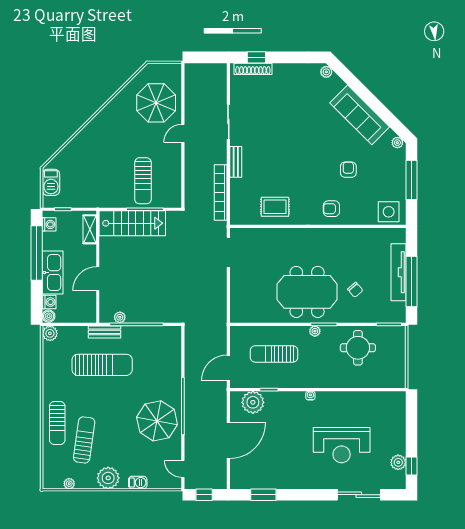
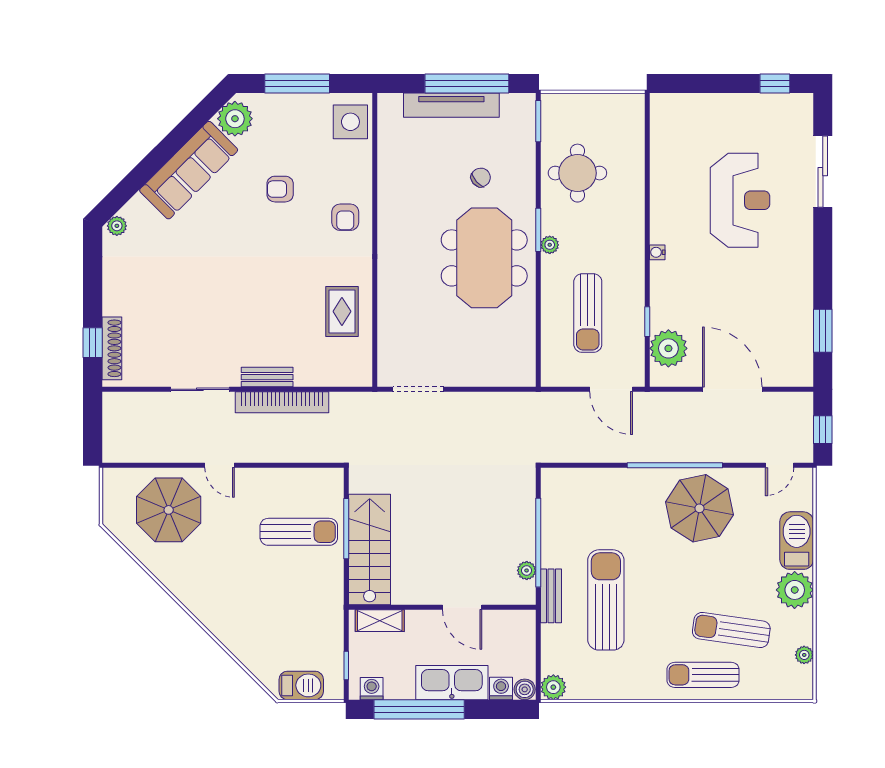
plant: (397, 143) -> (235, 119), width x1.88, depth x1.88
bookcase: (221, 193) -> (282, 402), moved
sun lounger: (57, 423) -> (703, 675), turned 180
plant: (398, 462) -> (769, 106), removed
barbecue: (138, 483) -> (797, 541), width x1.88, depth x1.53

